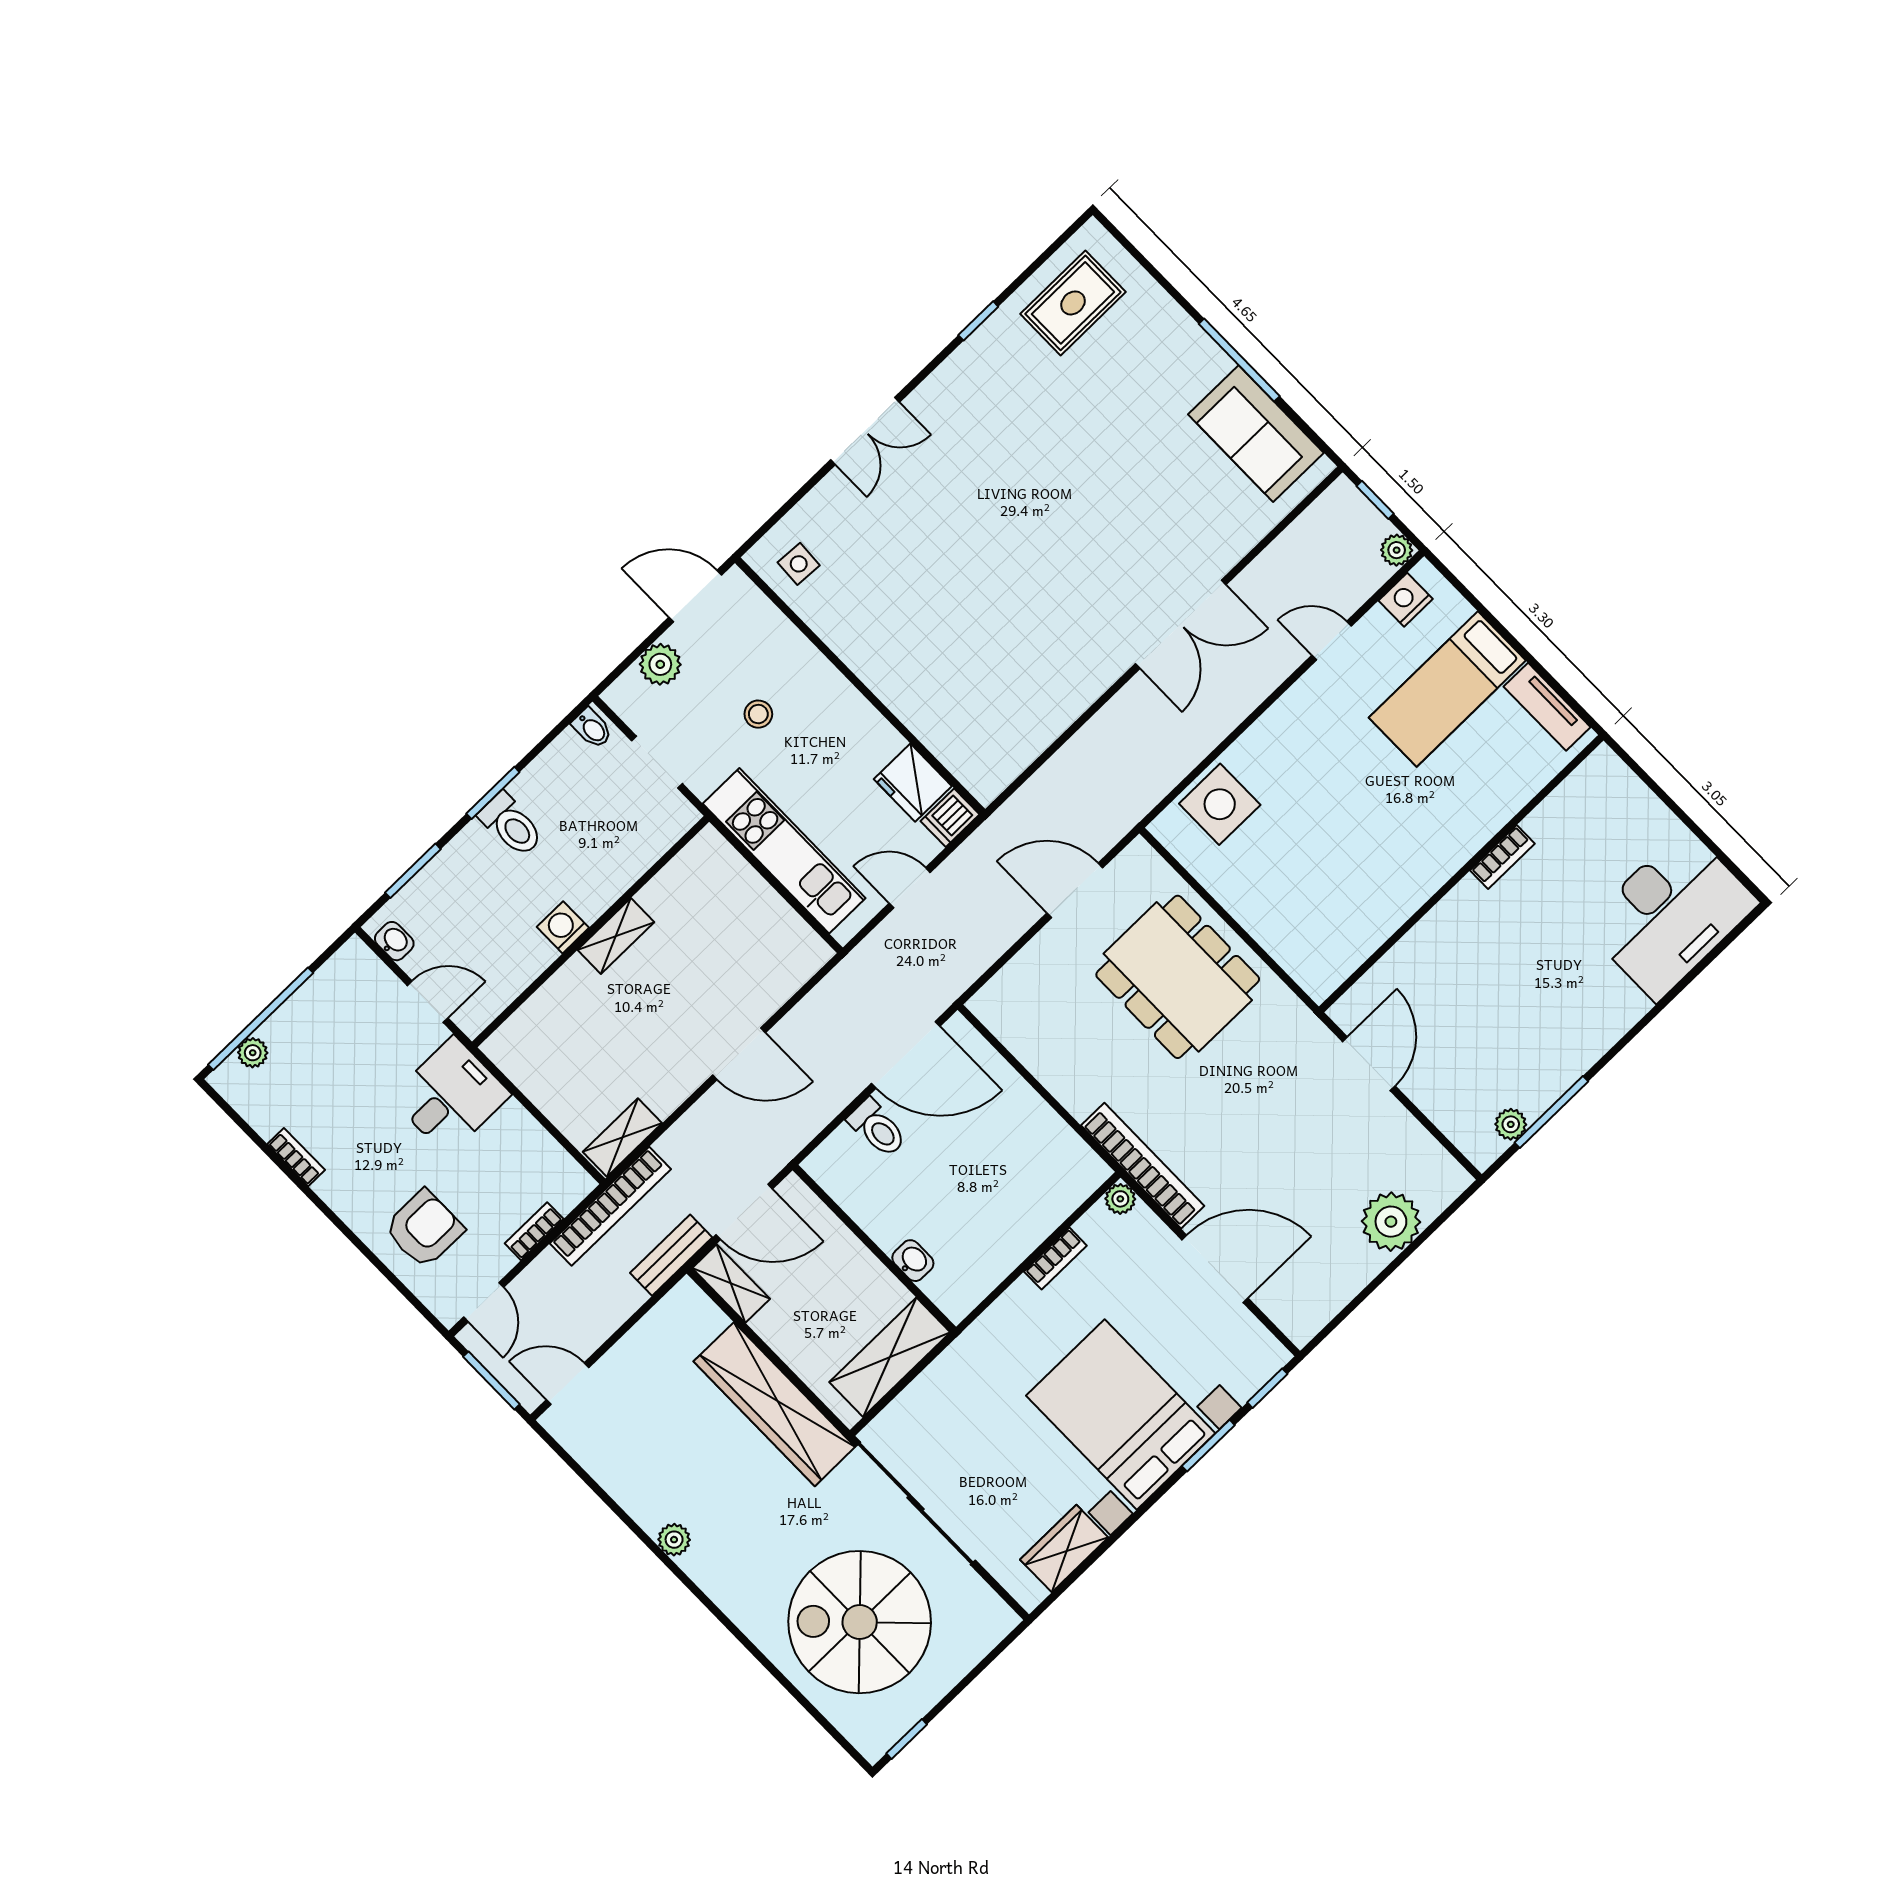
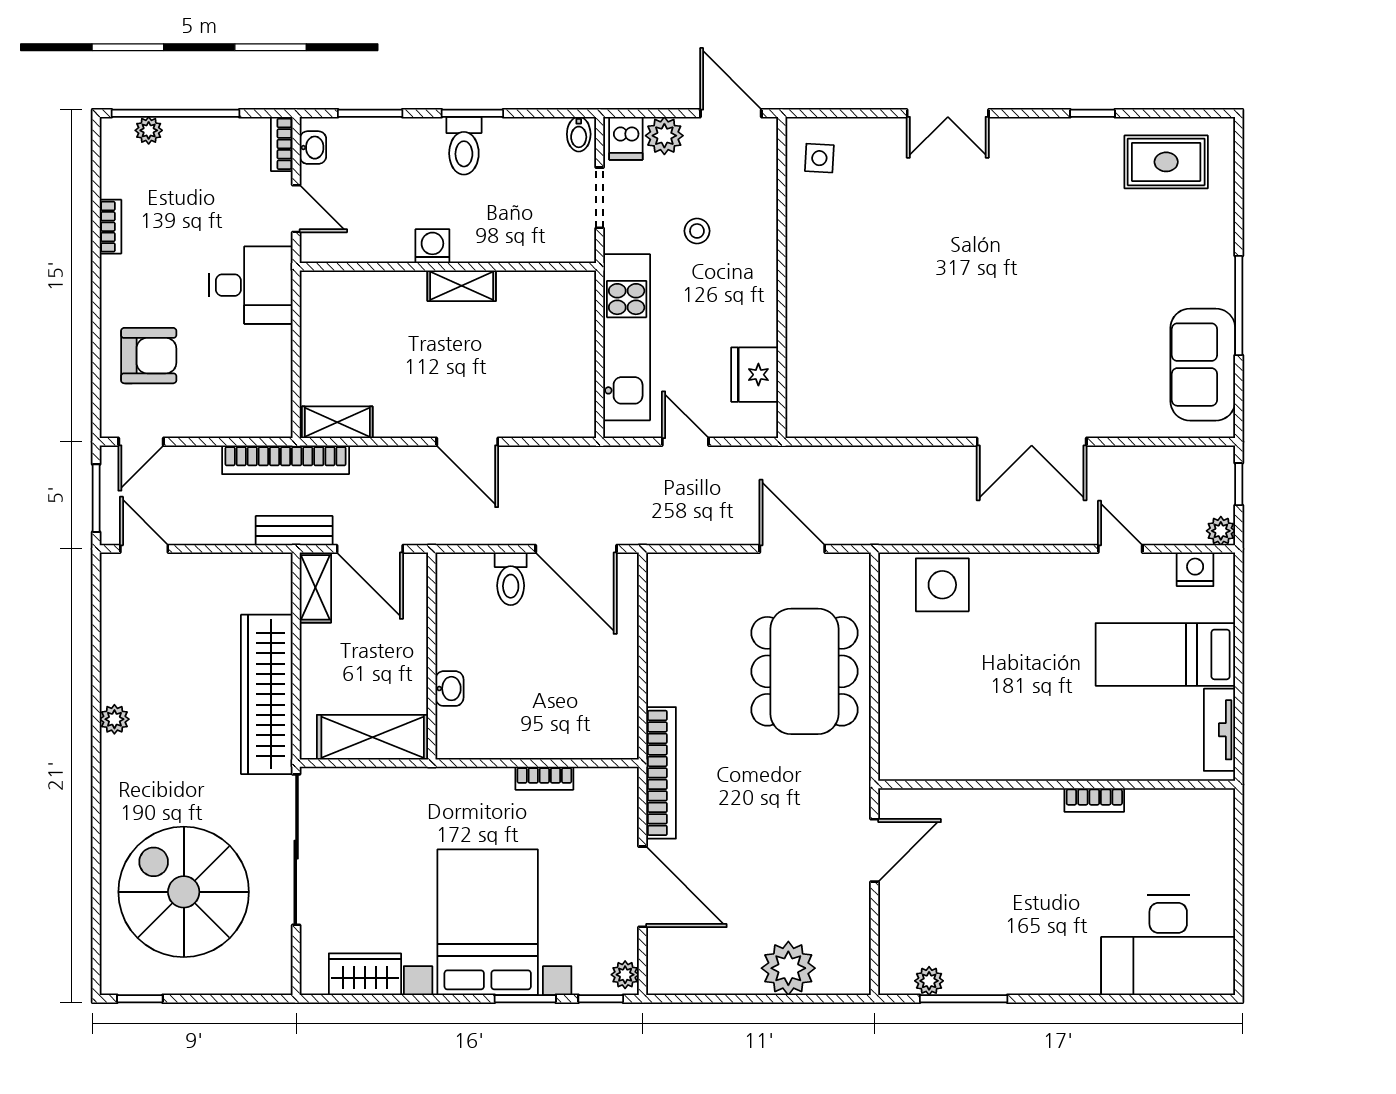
dishwasher: (950, 818) -> (626, 138), moved, turned -90
plant: (1120, 1199) -> (625, 975), moved
bookcase: (534, 1231) -> (282, 144), moved, turned -90

